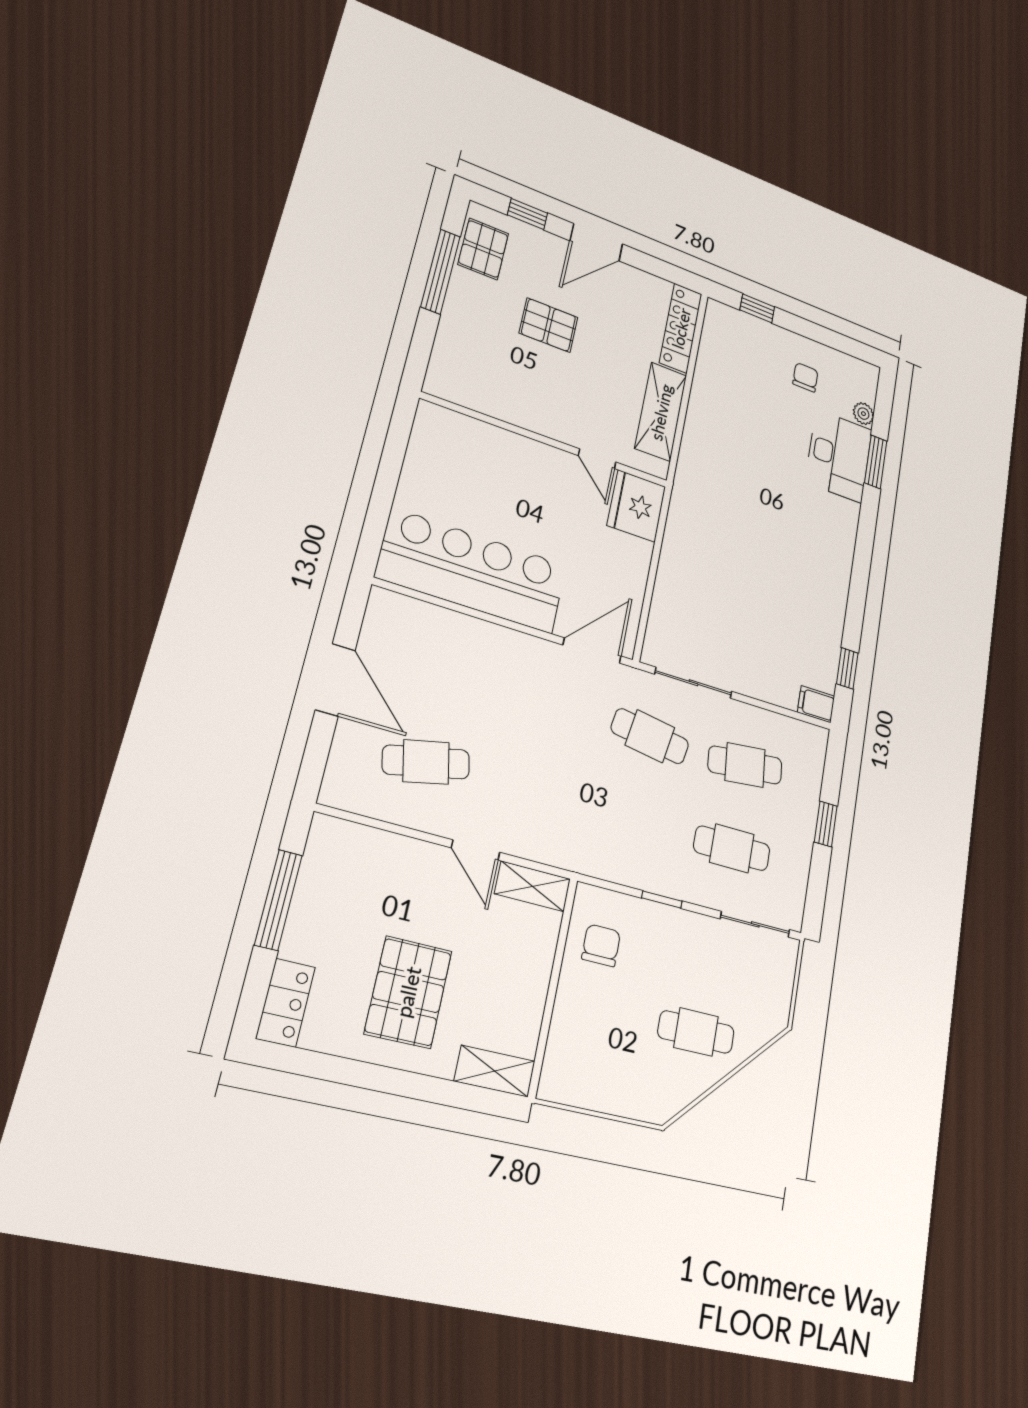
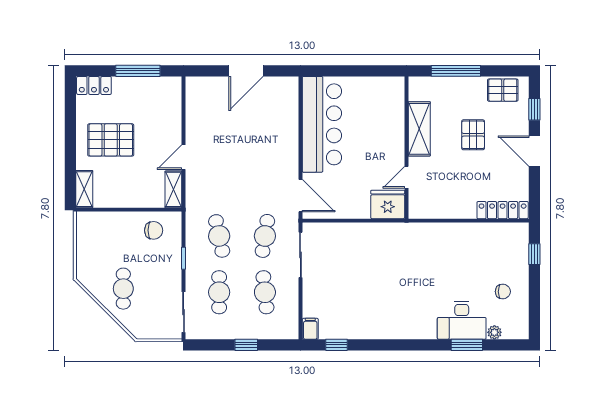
window: (441, 271) -> (456, 71), moved
shelving: (661, 412) -> (419, 129), moved, turned 90
cafe table: (426, 762) -> (219, 236), moved

